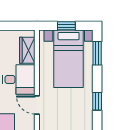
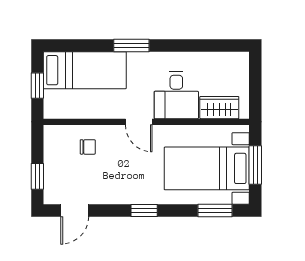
window: (66, 26) -> (255, 165), width x1.50
door: (37, 105) -> (139, 122), swing flipped

